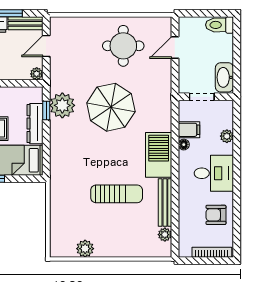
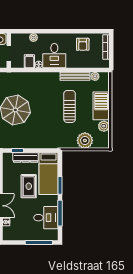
plant: (62, 105) -> (85, 140), moved
barbecue: (159, 155) -> (101, 106), moved, turned 90
desk: (214, 173) -> (54, 56), moved, turned 180

